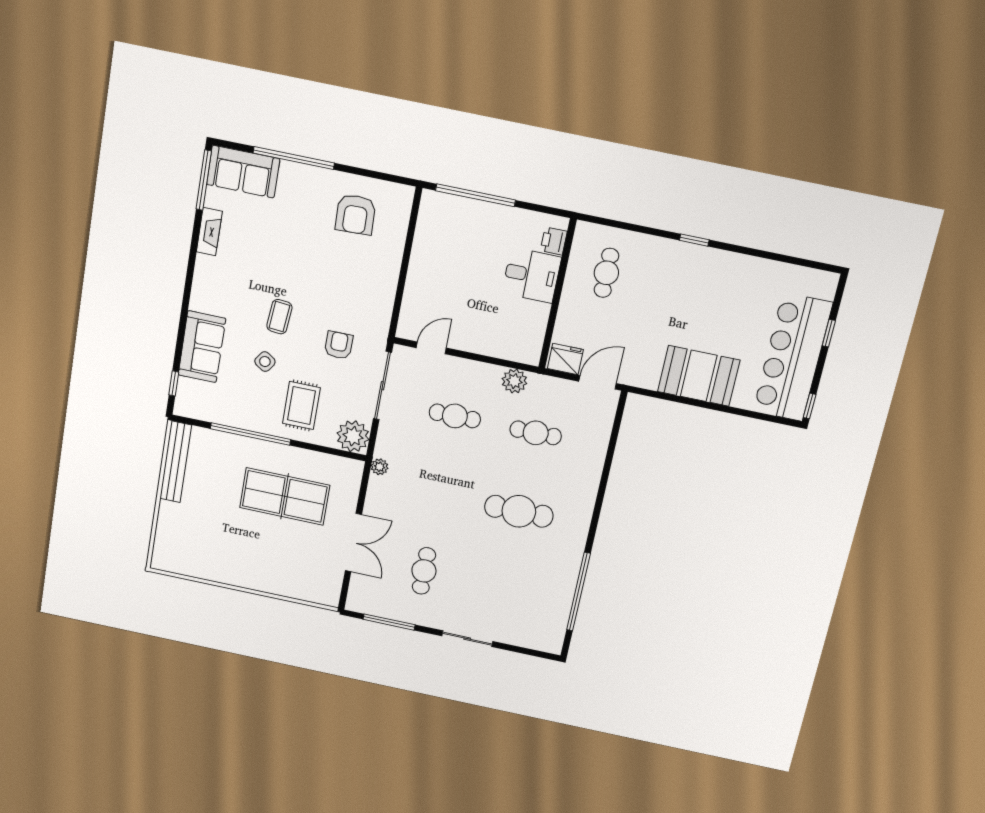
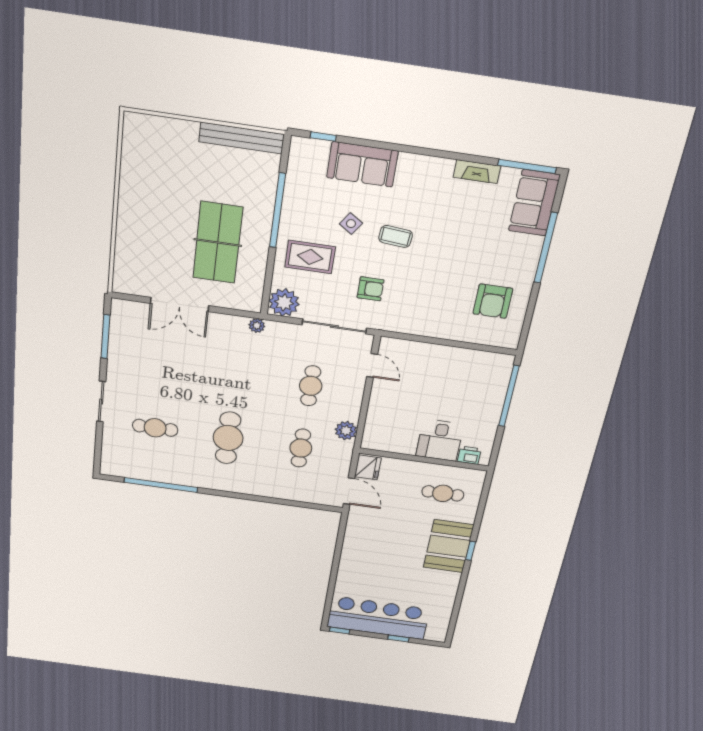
armchair: (355, 214) -> (493, 301), turned -88
booth: (699, 376) -> (449, 546), moved
cafe table: (424, 571) -> (155, 428), moved

